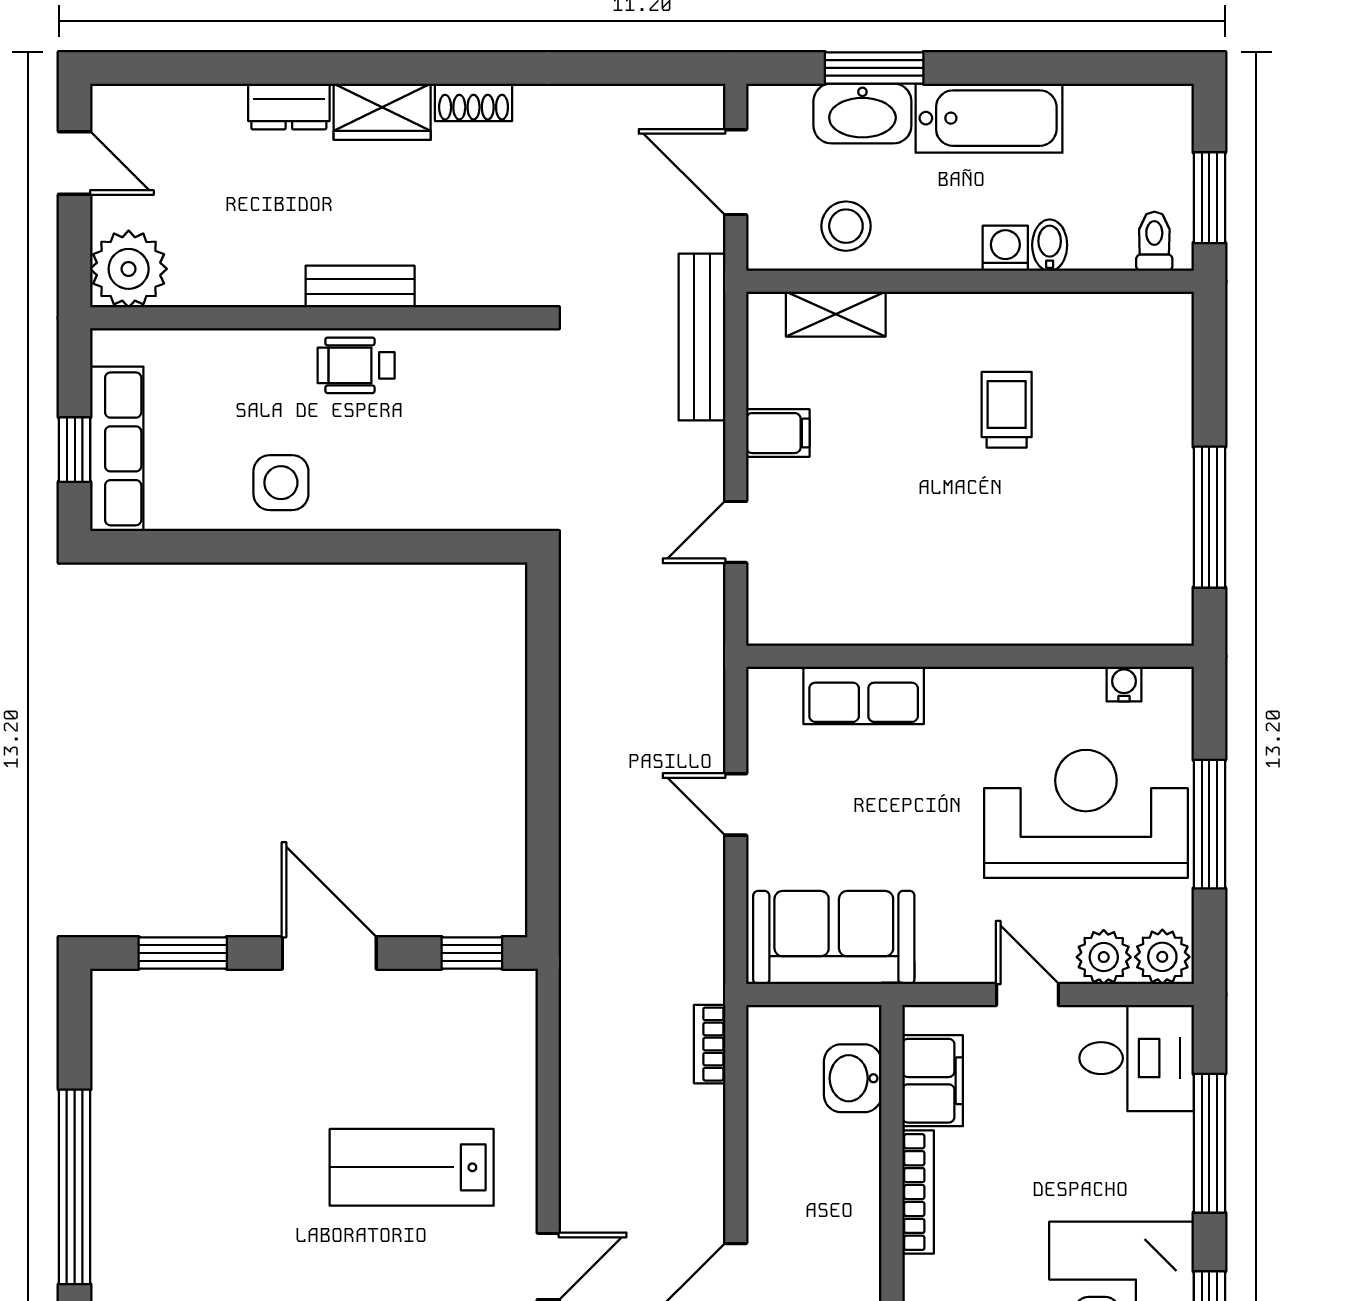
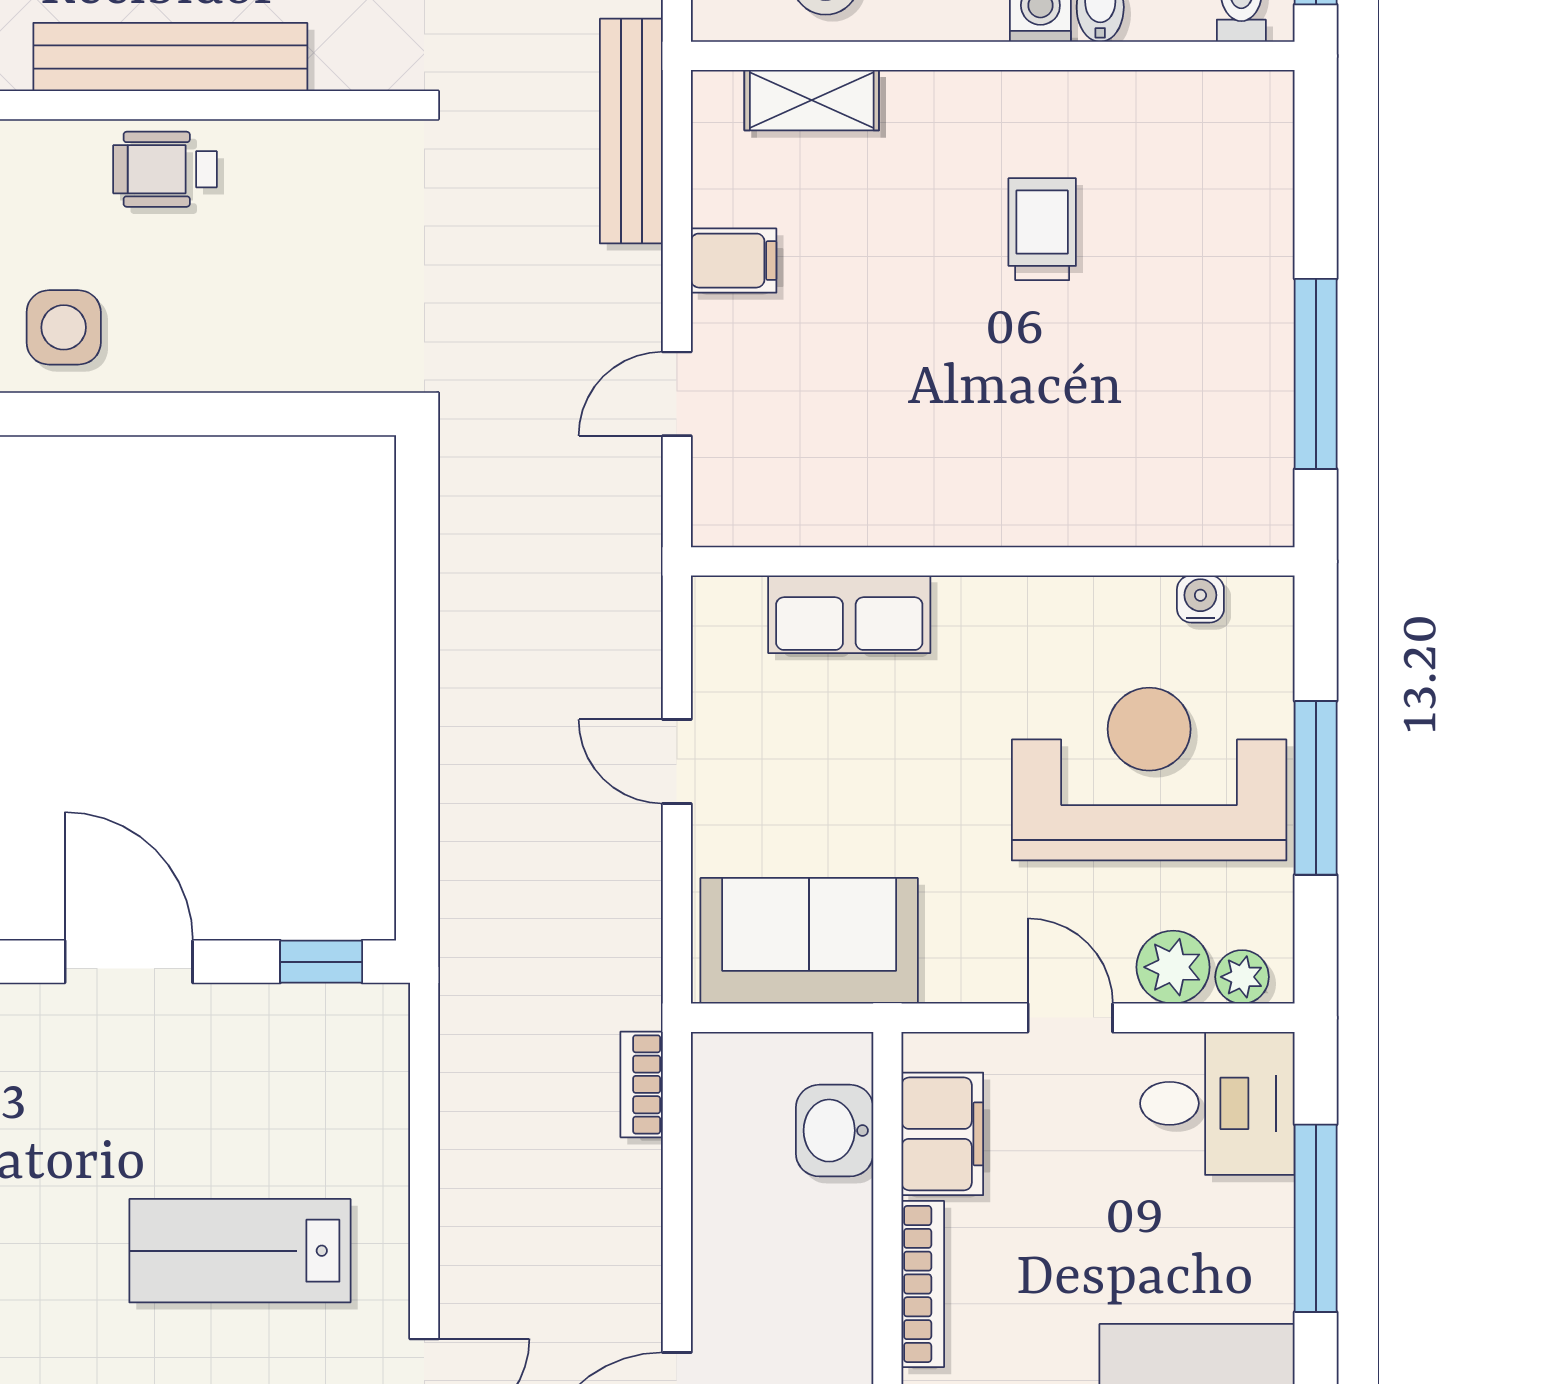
bench: (360, 287) -> (170, 57), width x1.86, depth x1.21
plant: (1162, 957) -> (1242, 977), width x0.73, depth x0.73

